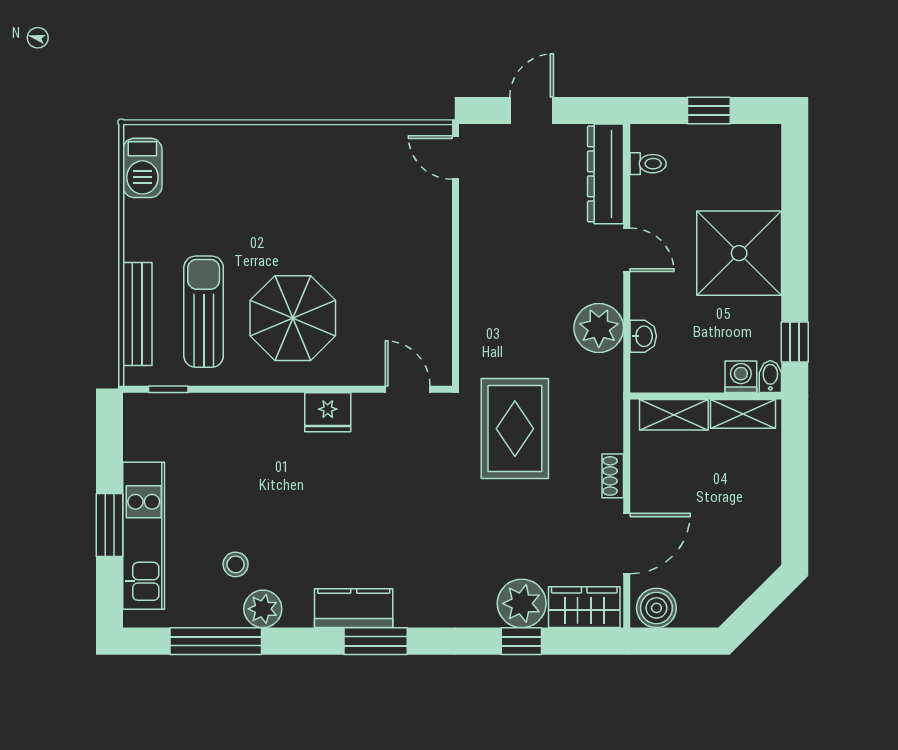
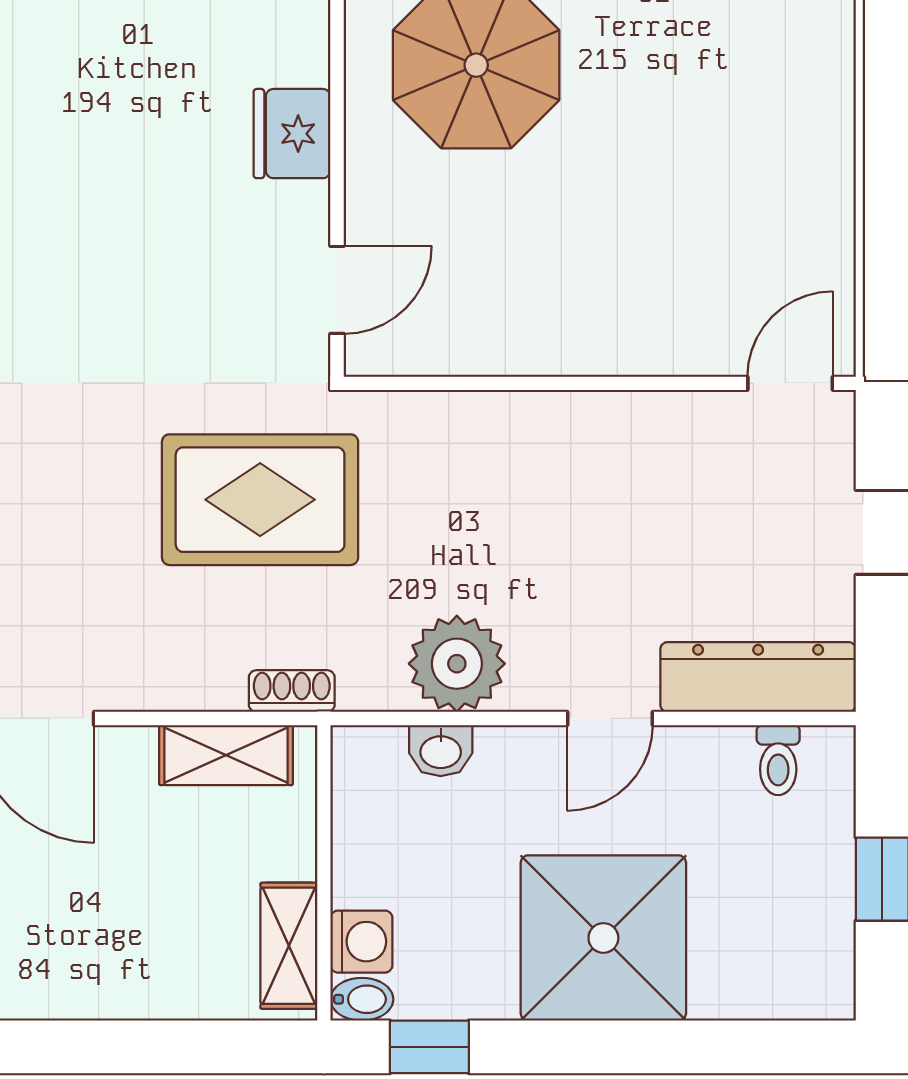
shelving: (674, 415) -> (226, 755), moved, turned 90
shoe rack: (613, 476) -> (292, 691), moved

